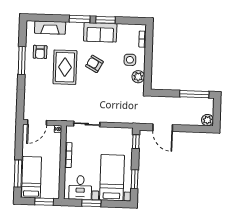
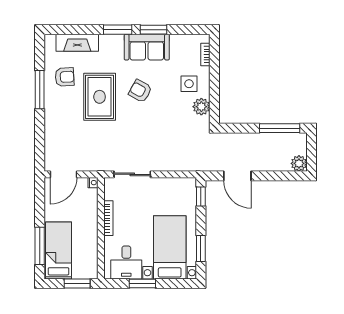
armchair: (40, 52) -> (65, 77), turned -93

